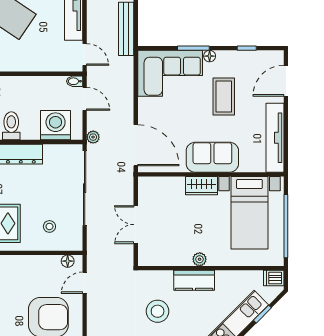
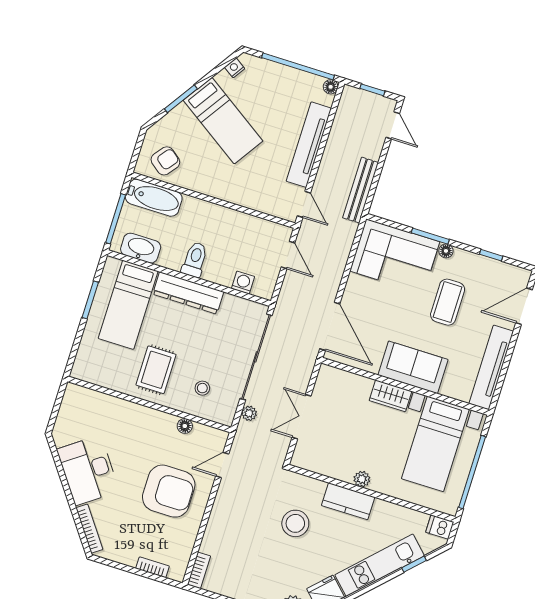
bidet: (75, 81) -> (283, 231), removed
washing machine: (56, 125) -> (243, 283), width x0.53, depth x0.53
plant: (93, 137) -> (249, 413), moved
floor lamp: (68, 261) -> (185, 426), moved

